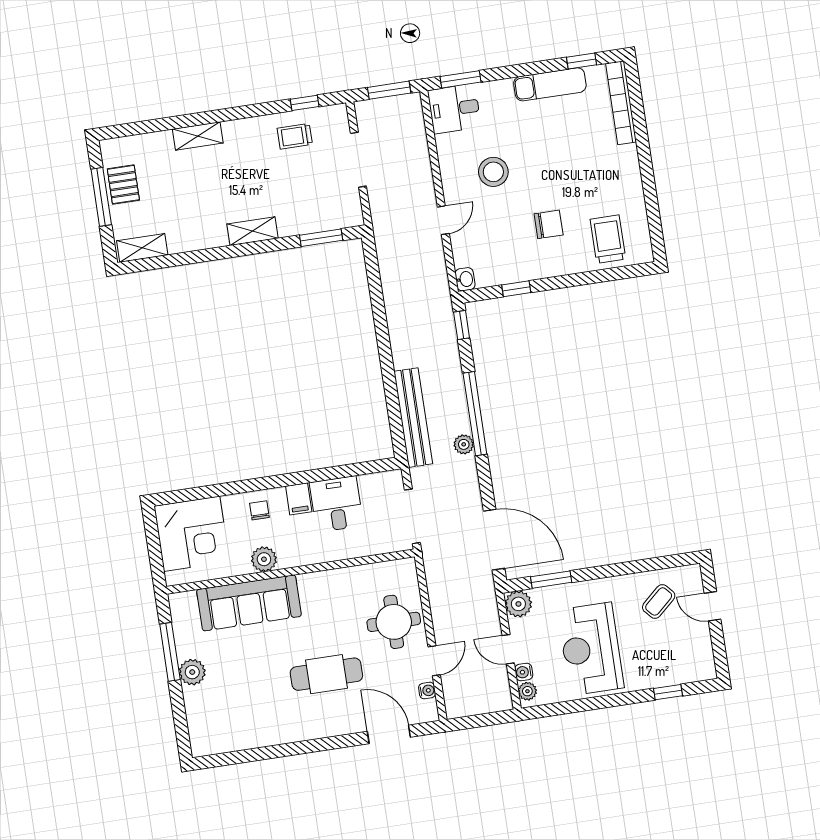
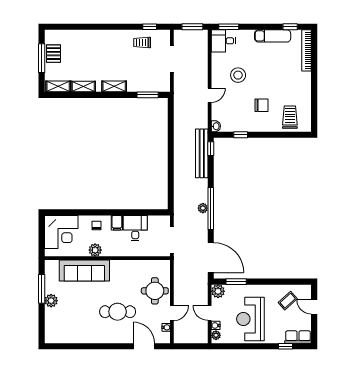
shelving: (198, 136) -> (83, 86), moved
window: (475, 414) -> (211, 208), moved
bench: (413, 418) -> (202, 153), moved
row of seats: (690, 670) -> (298, 337), added

